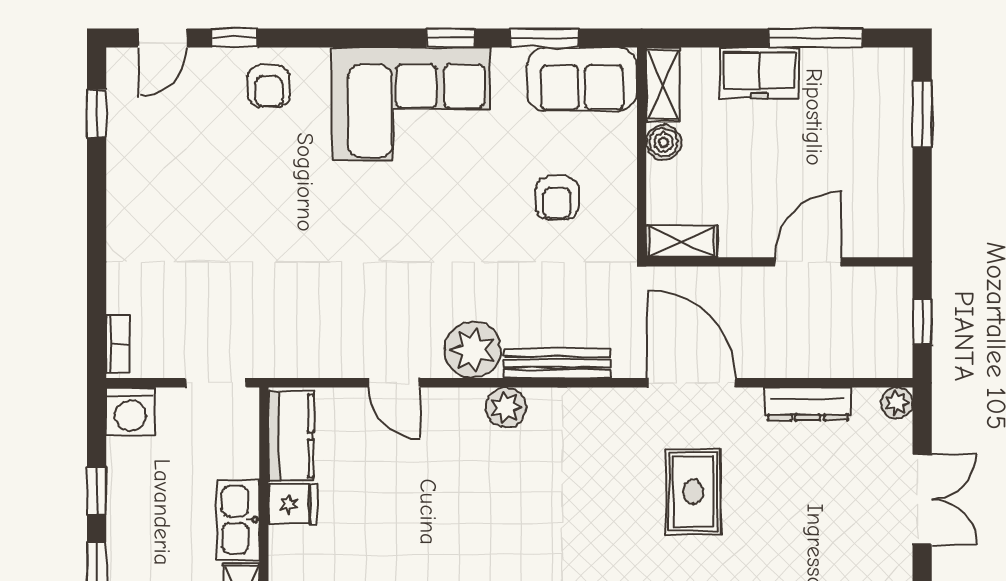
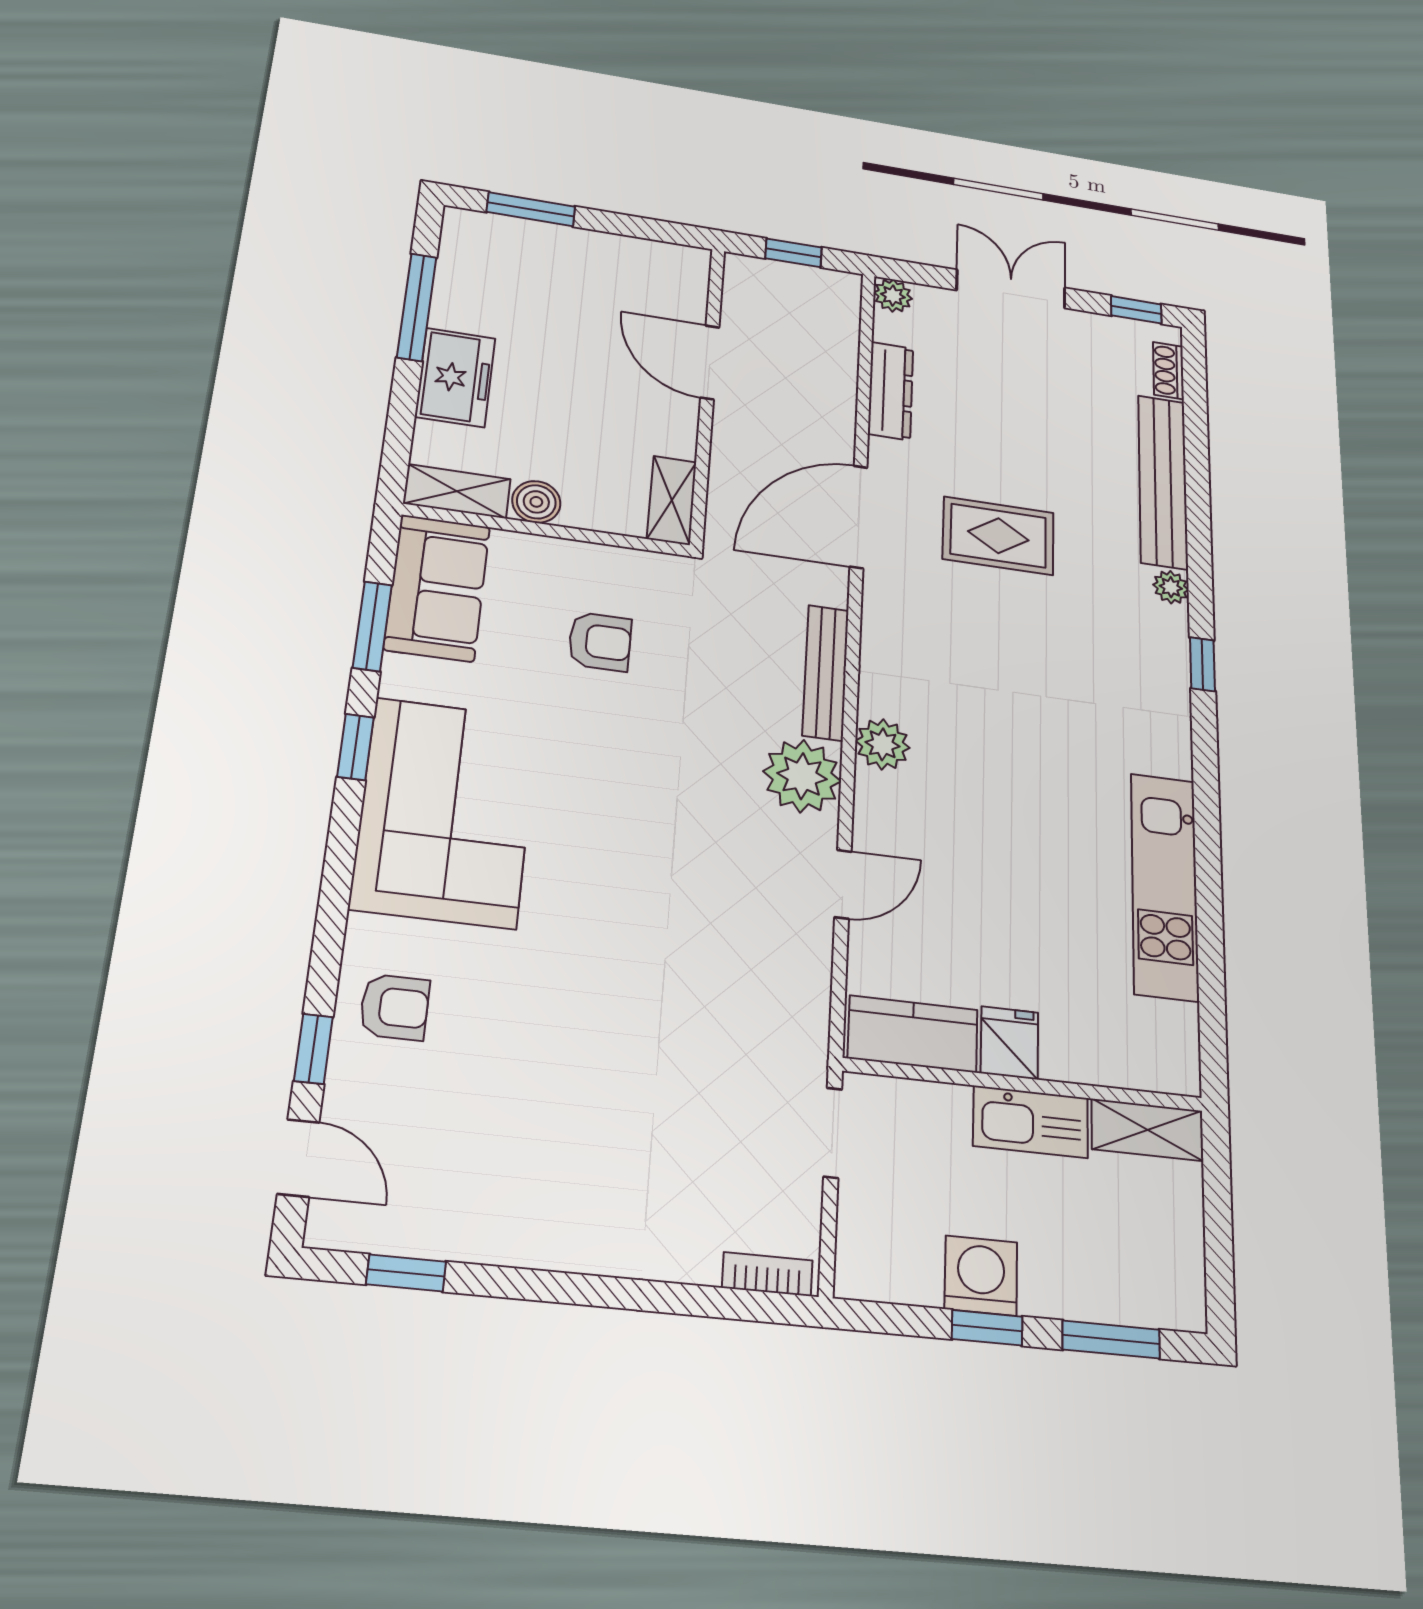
washing machine: (130, 412) -> (981, 1276), moved, turned -90

